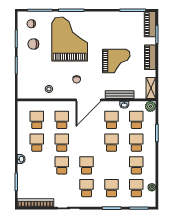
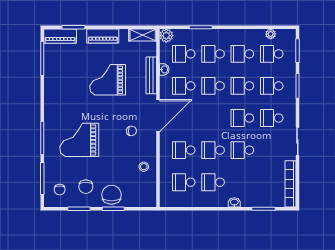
grand piano: (70, 39) -> (79, 140), width x0.73, depth x0.68
grand piano: (116, 61) -> (108, 80), turned -90
chair: (27, 64) -> (111, 195), added
door: (88, 100) -> (158, 116), hinge flipped
school desk: (111, 165) -> (242, 86), added

